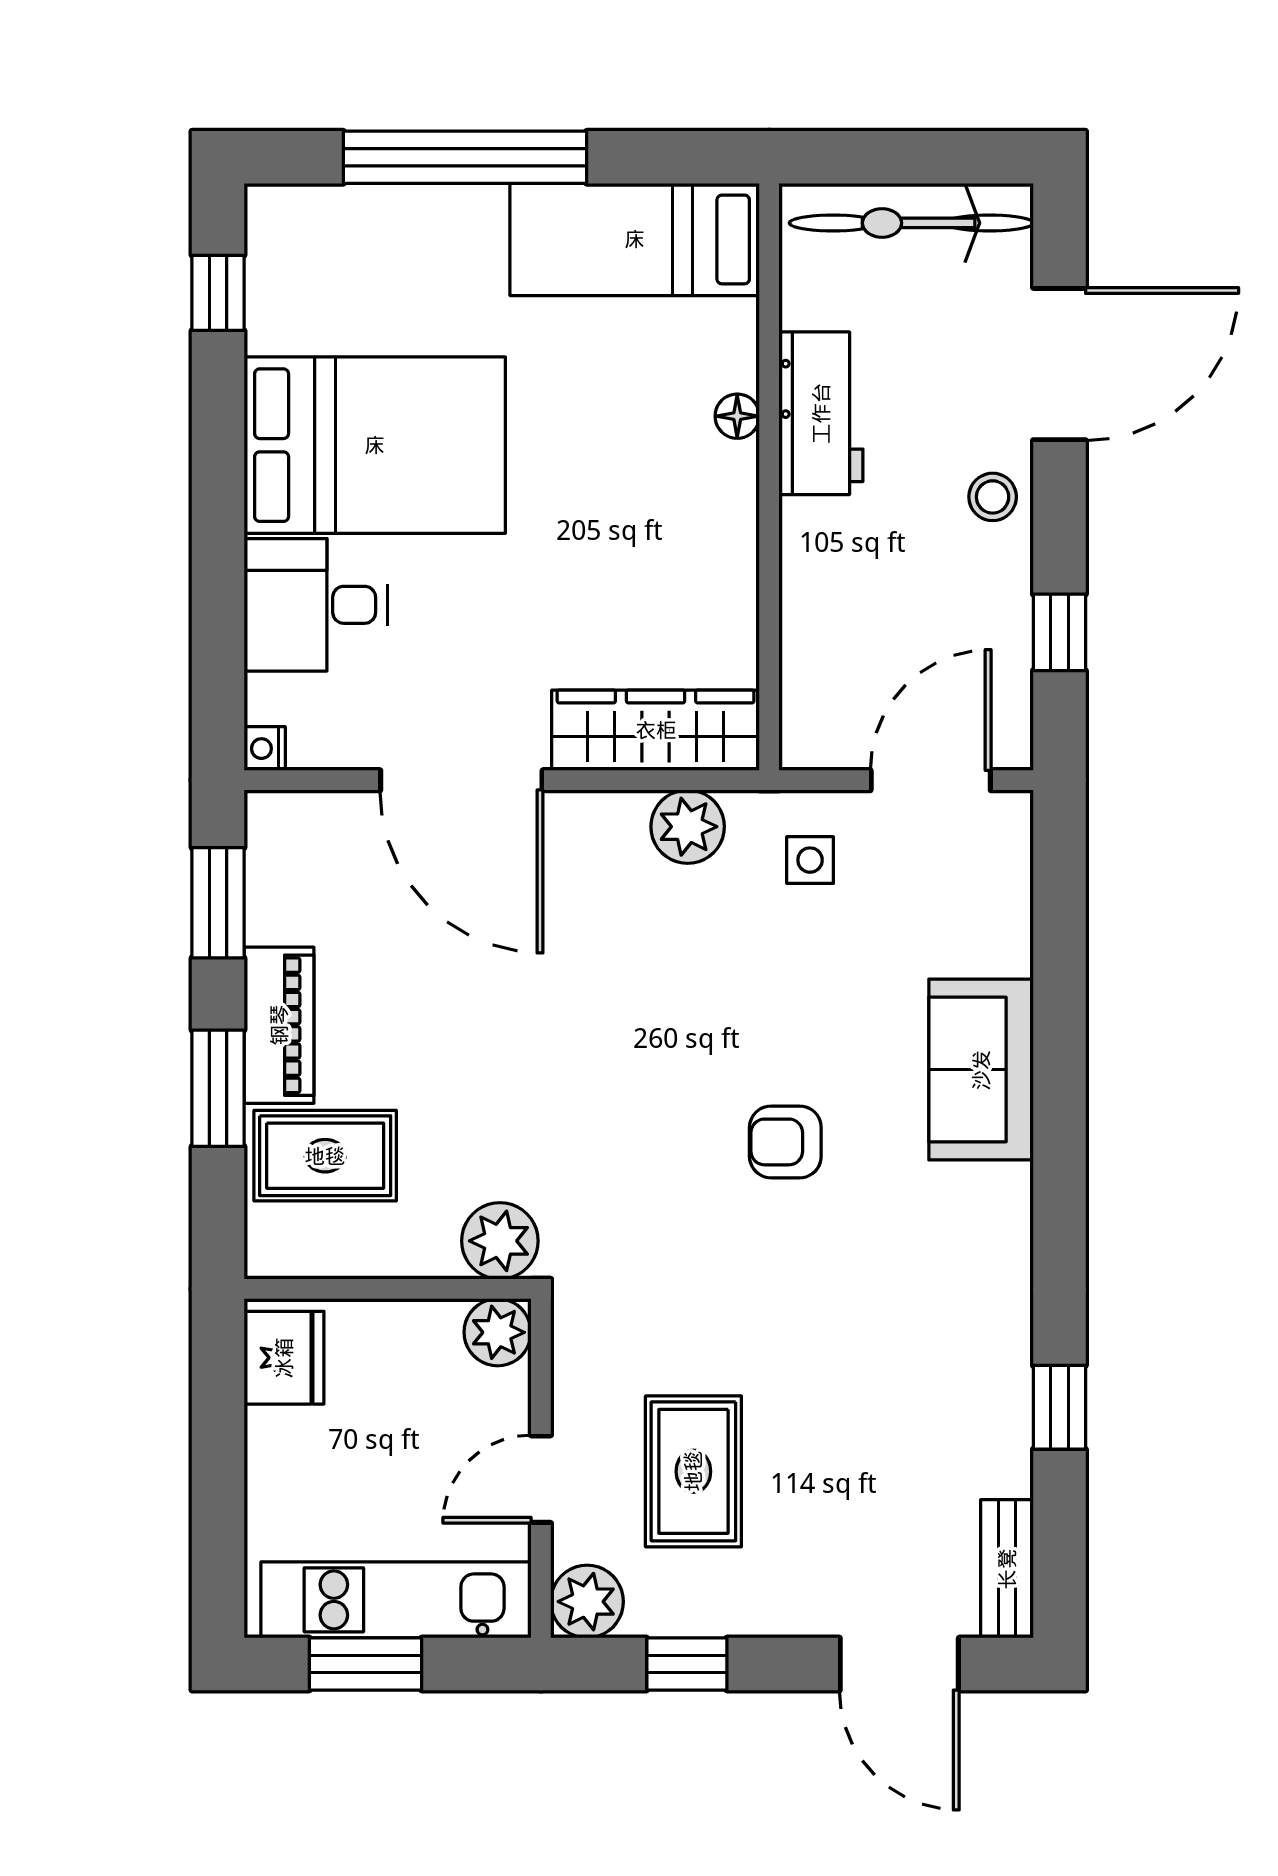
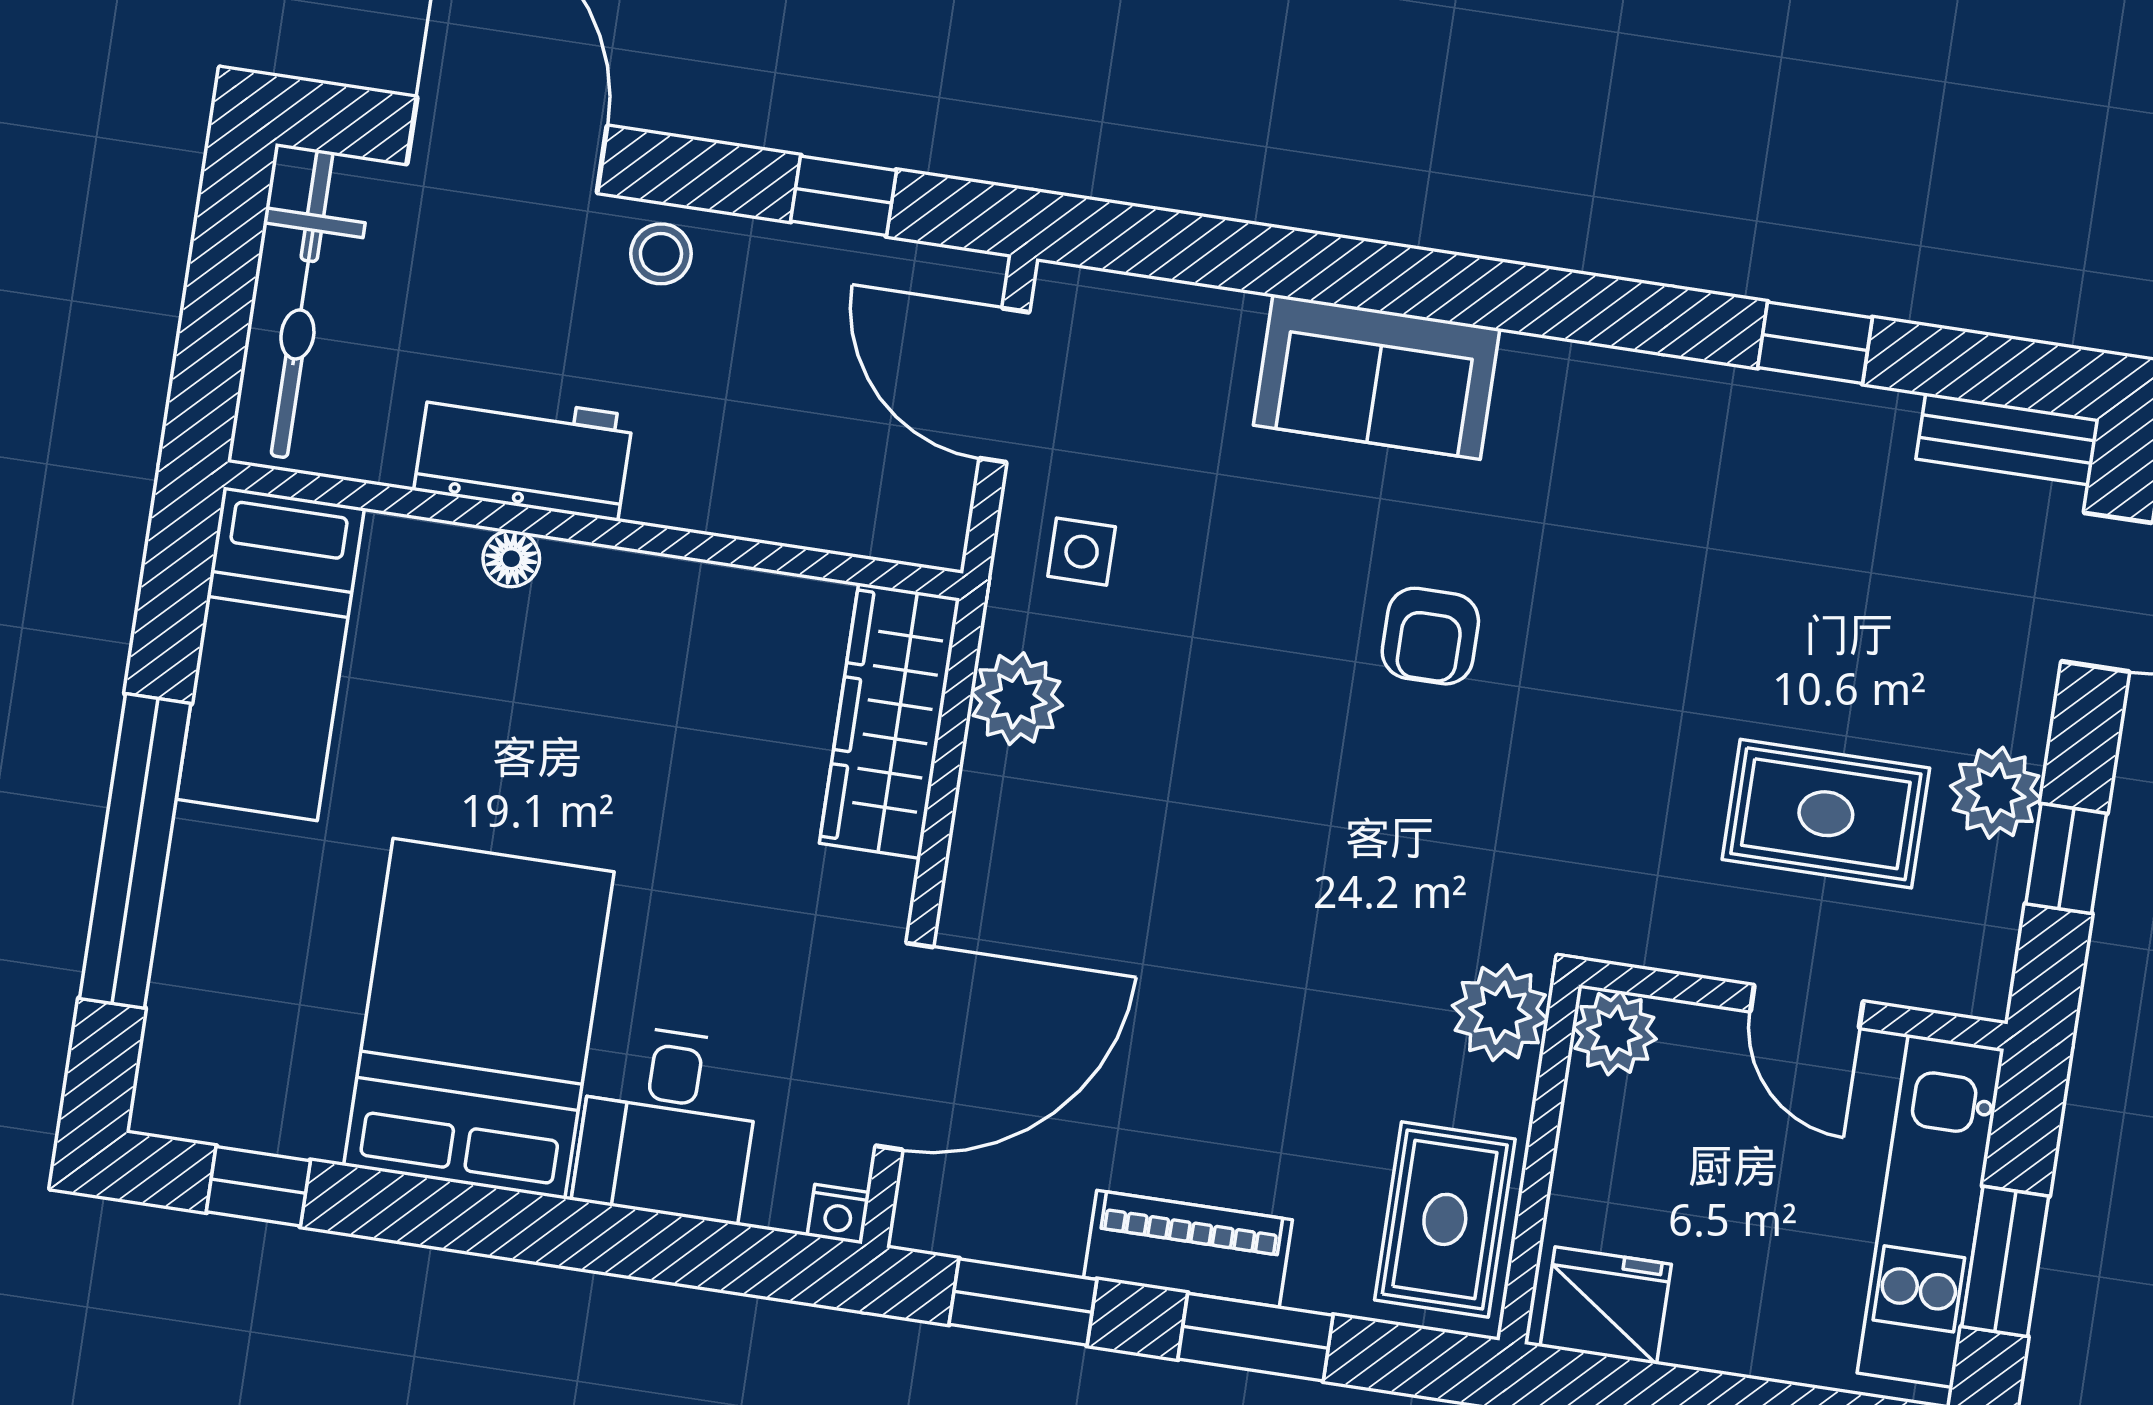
door: (461, 780) -> (904, 1046), moved
rug: (325, 1156) -> (1445, 1219), moved
plant: (587, 1602) -> (1996, 793), moved

